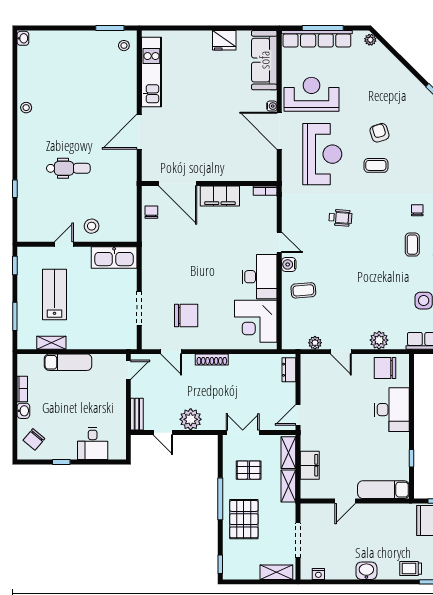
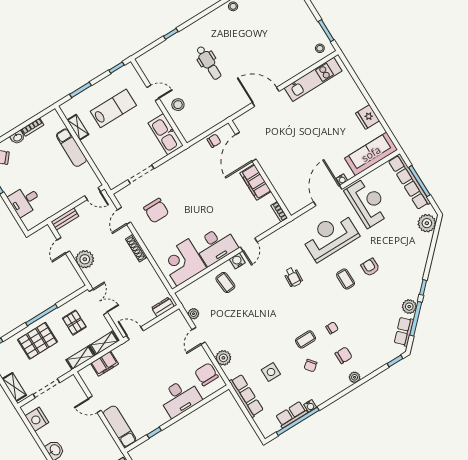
plant: (370, 40) -> (427, 223), width x1.87, depth x1.87
armchair: (380, 133) -> (370, 267), turned -73
reception desk: (322, 154) -> (330, 236), turned 180
nightstand: (318, 574) -> (37, 419), width x1.89, depth x1.79

